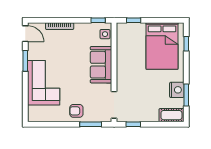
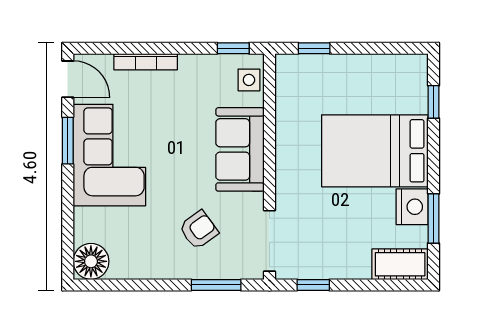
bed: (162, 46) -> (375, 151), moved, turned 90
corner sofa: (44, 83) -> (109, 155), moved
armchair: (76, 111) -> (199, 230), moved, turned 144
floor lamp: (36, 114) -> (91, 261), added

